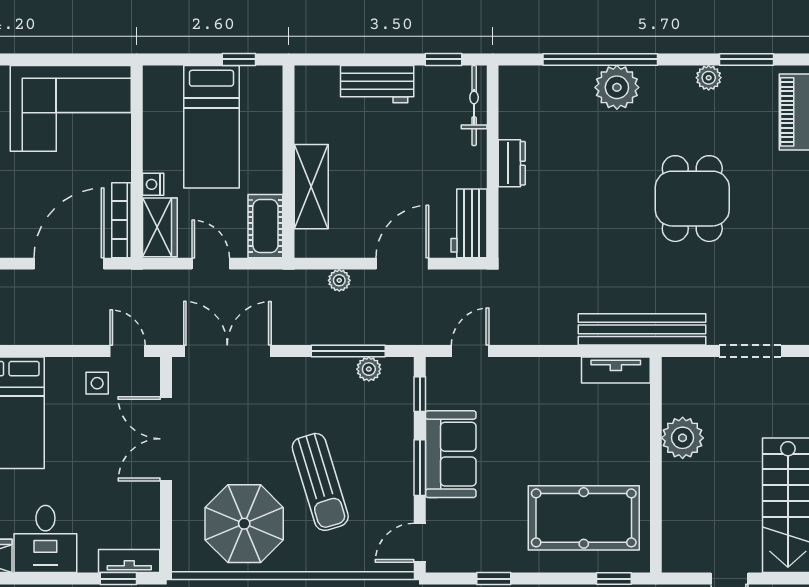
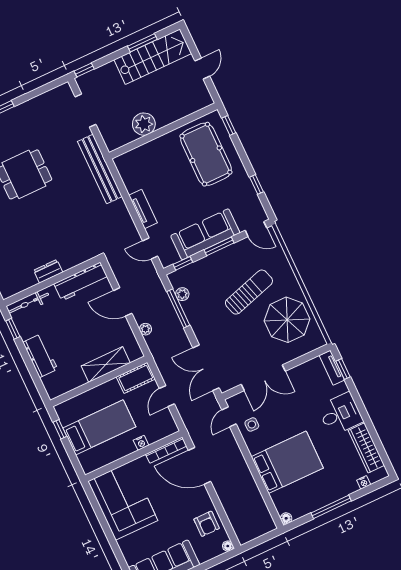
workbench: (469, 223) -> (81, 281), width x1.38
wardrobe: (160, 227) -> (161, 430), removed
tv unit: (616, 370) -> (143, 209), moved
sofa: (451, 454) -> (205, 234), width x1.36

